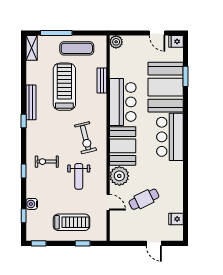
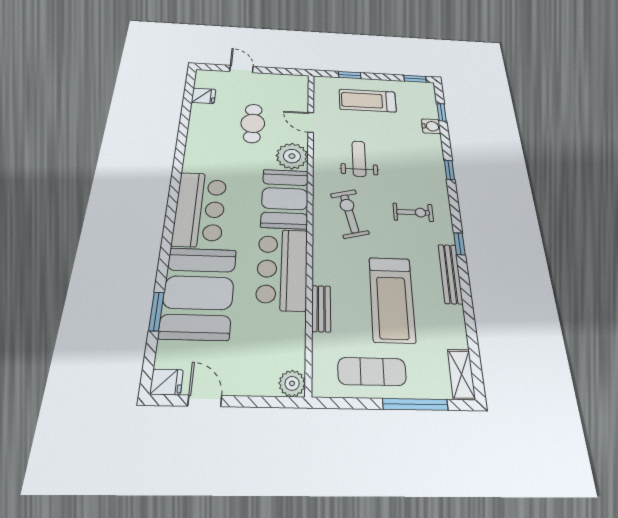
exercise bike: (47, 162) -> (413, 212), moved
cafe table: (144, 199) -> (253, 123), turned -64

